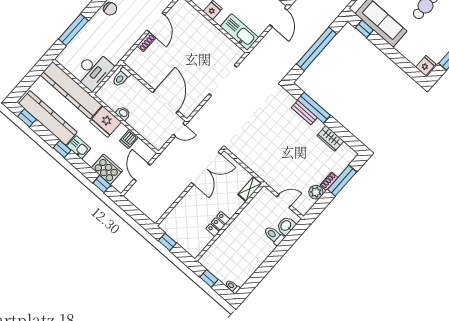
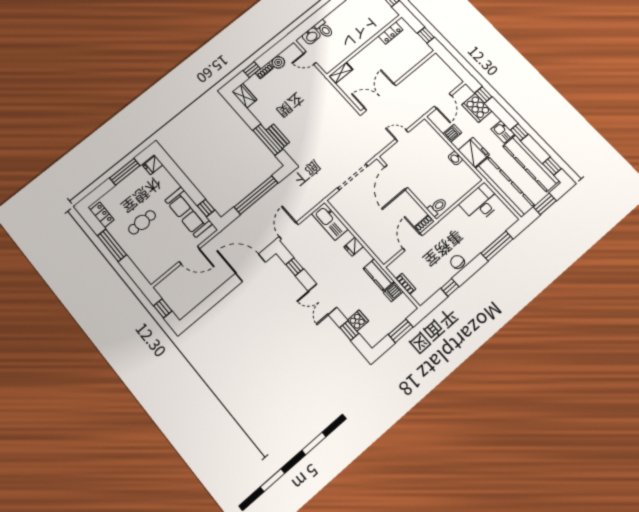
toilet: (121, 77) -> (437, 207), moved
window: (31, 78) -> (545, 204), added
wall: (154, 92) -> (406, 189), moved
door: (165, 102) -> (396, 177), moved
wardrobe: (330, 138) -> (244, 96), moved
window: (342, 181) -> (252, 70), width x0.46
locker: (218, 224) -> (391, 33), moved

